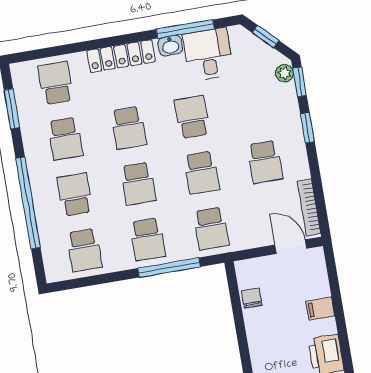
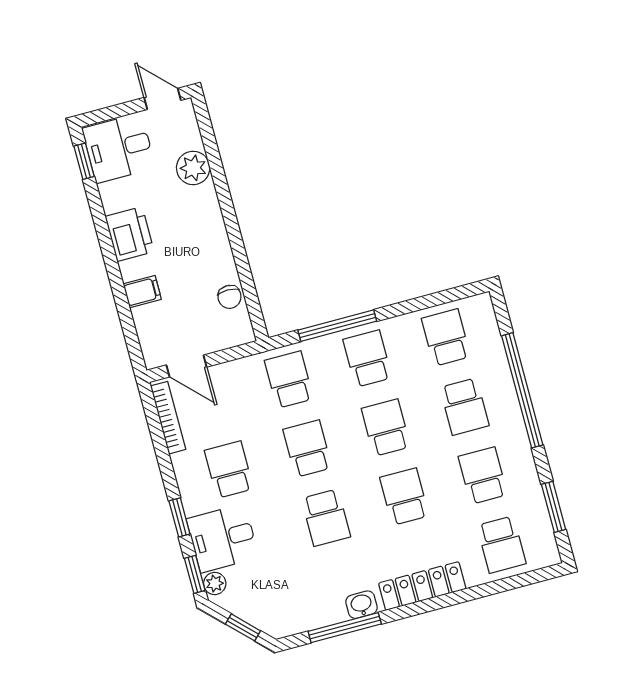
desk: (208, 54) -> (223, 538), moved, turned 90

